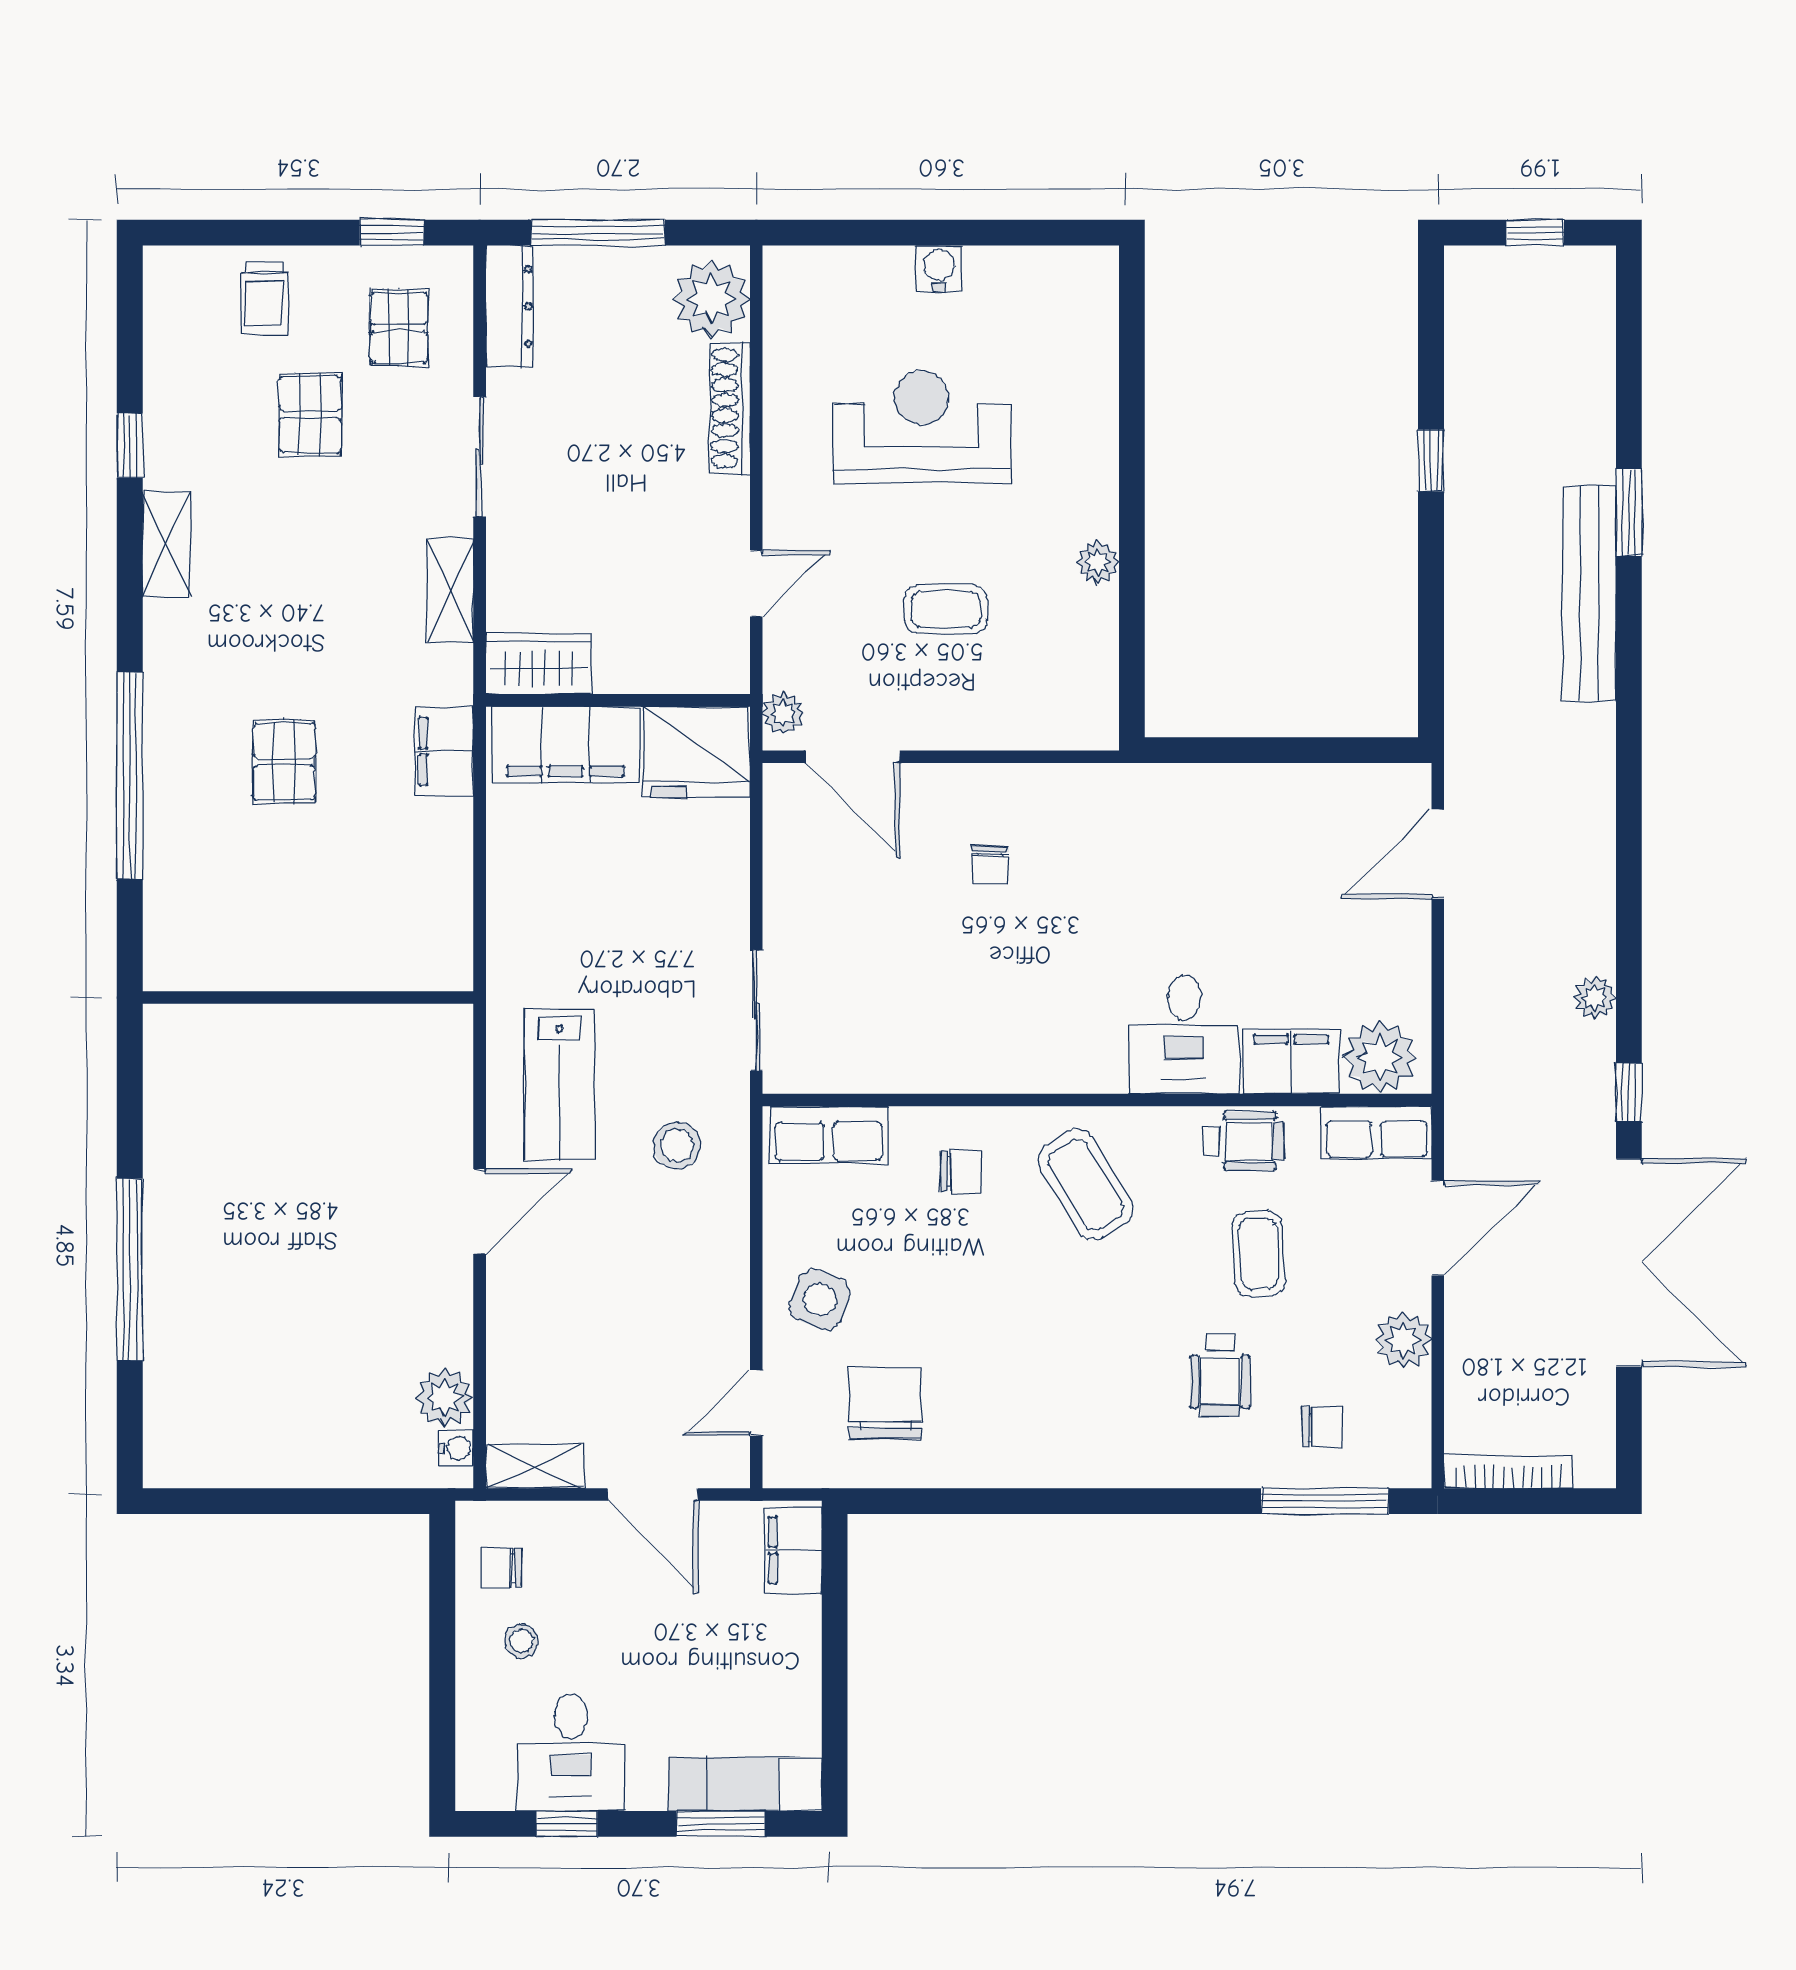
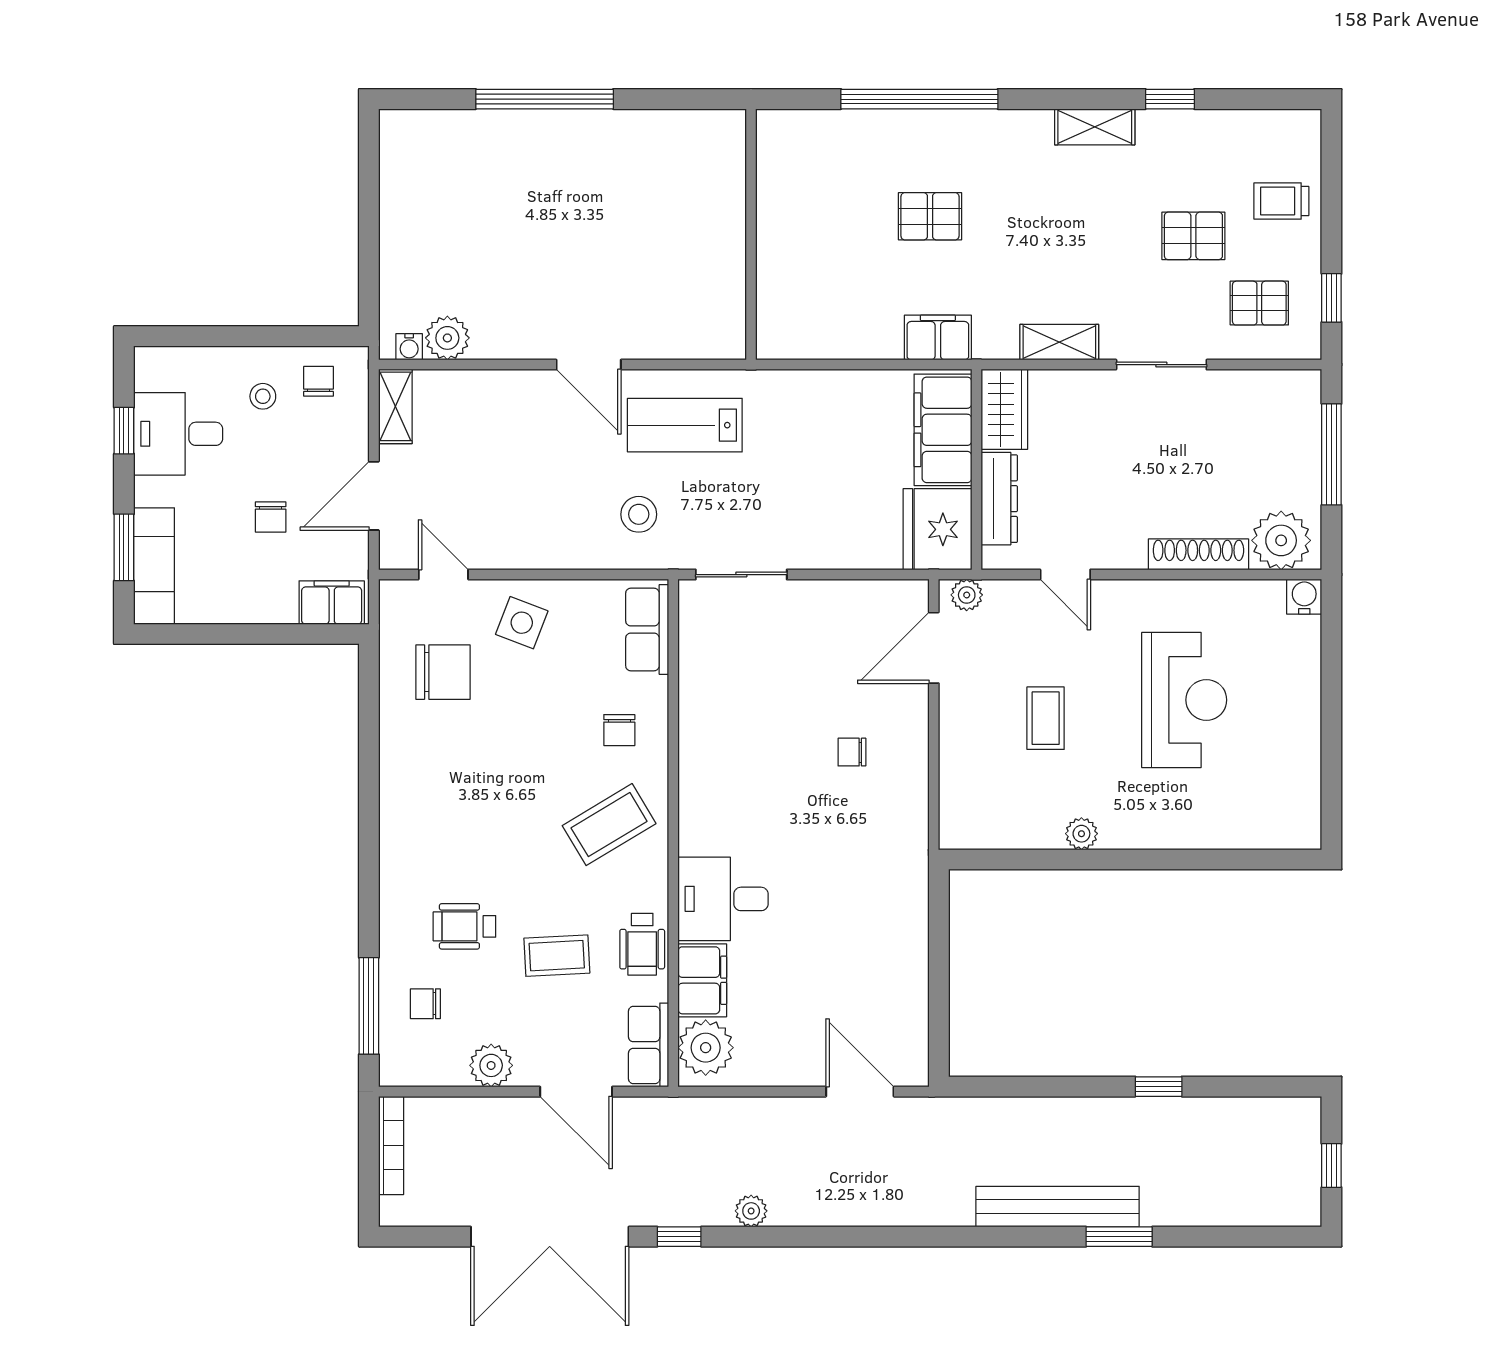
water cooler: (939, 268) -> (1304, 597), moved, turned -90
dresser: (510, 306) -> (999, 499), moved, turned -90
chair: (1322, 1427) -> (425, 1004), turned 90
chair: (681, 1631) -> (271, 517), added

